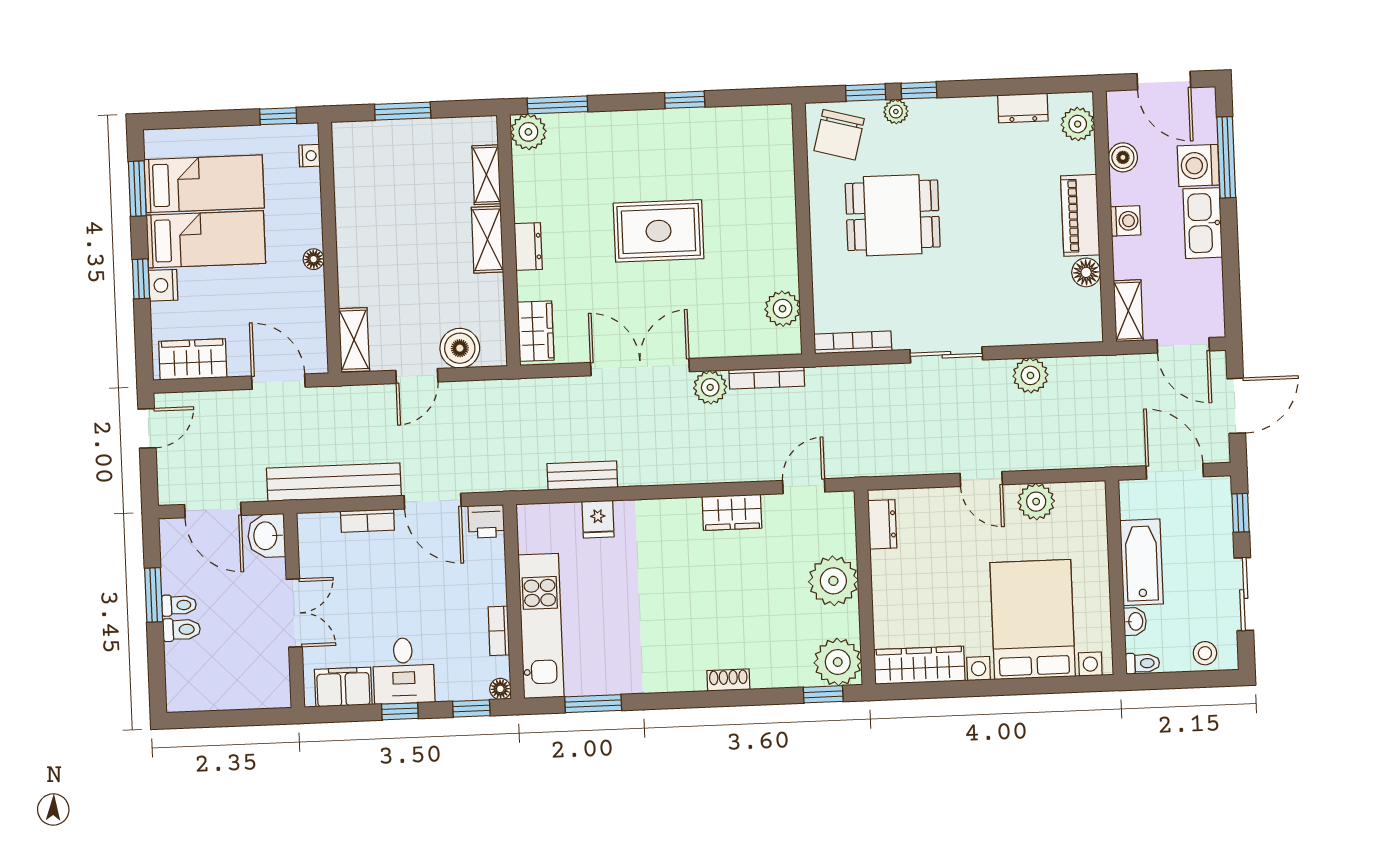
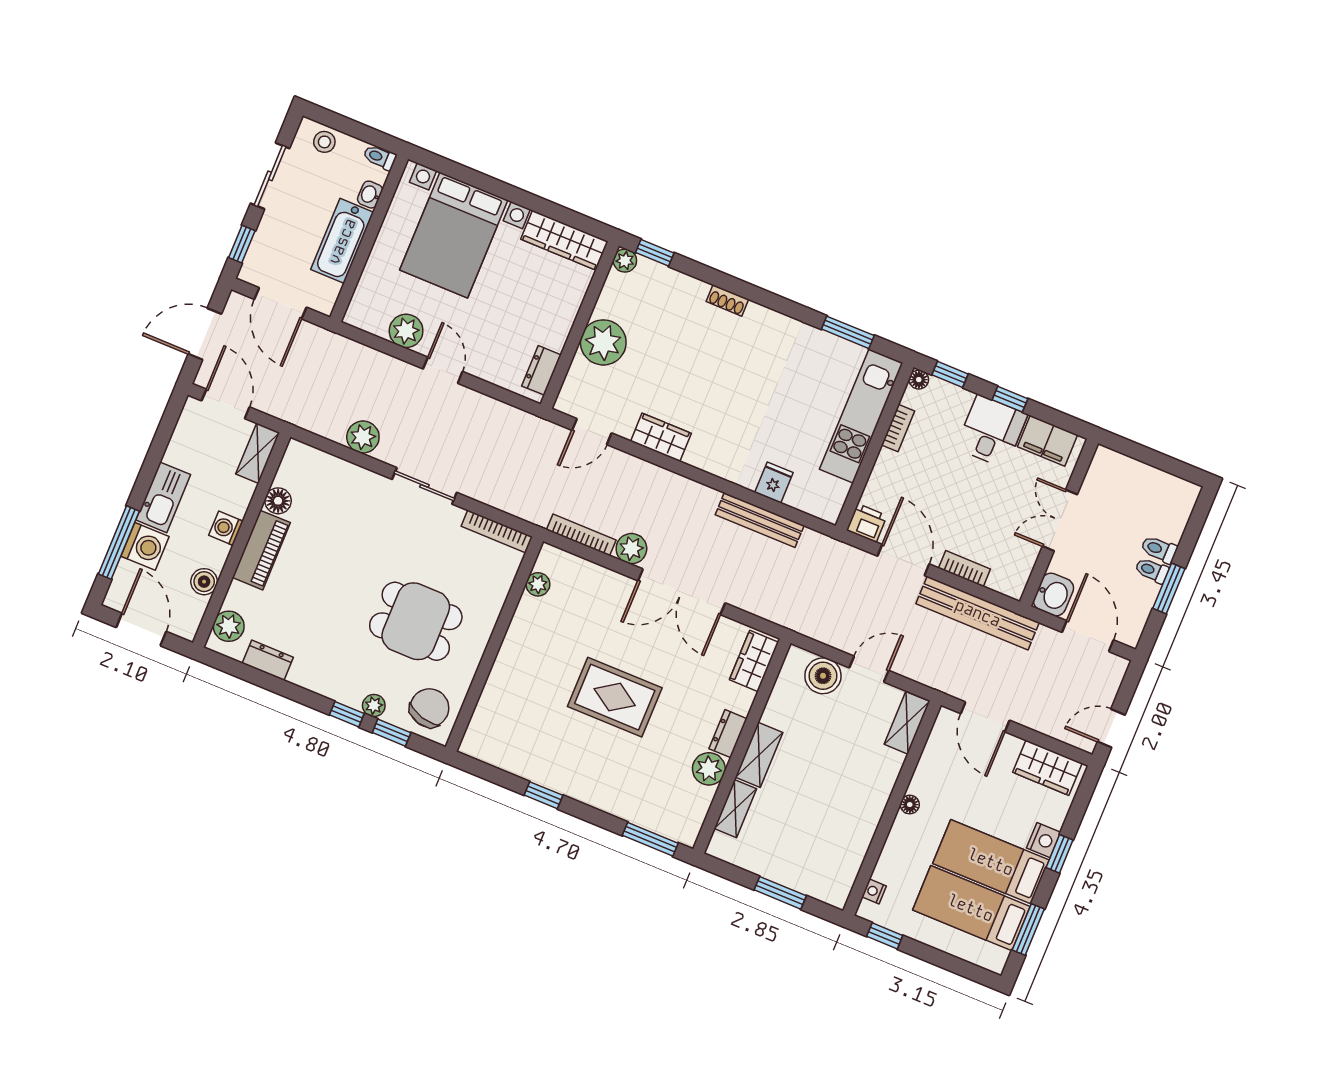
plant: (528, 132) -> (709, 769), moved
plant: (783, 309) -> (538, 584), width x0.73, depth x0.73
bench: (582, 475) -> (760, 520), width x1.36
plant: (838, 662) -> (625, 261), width x0.53, depth x0.53

